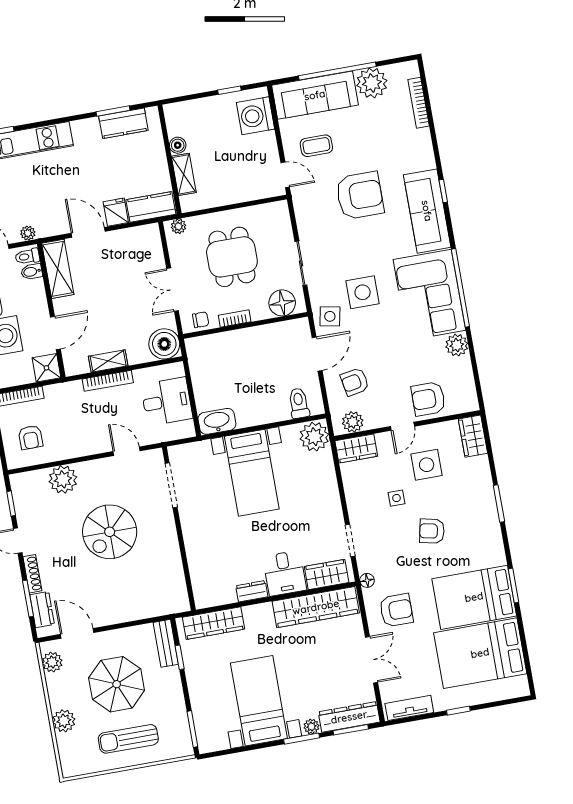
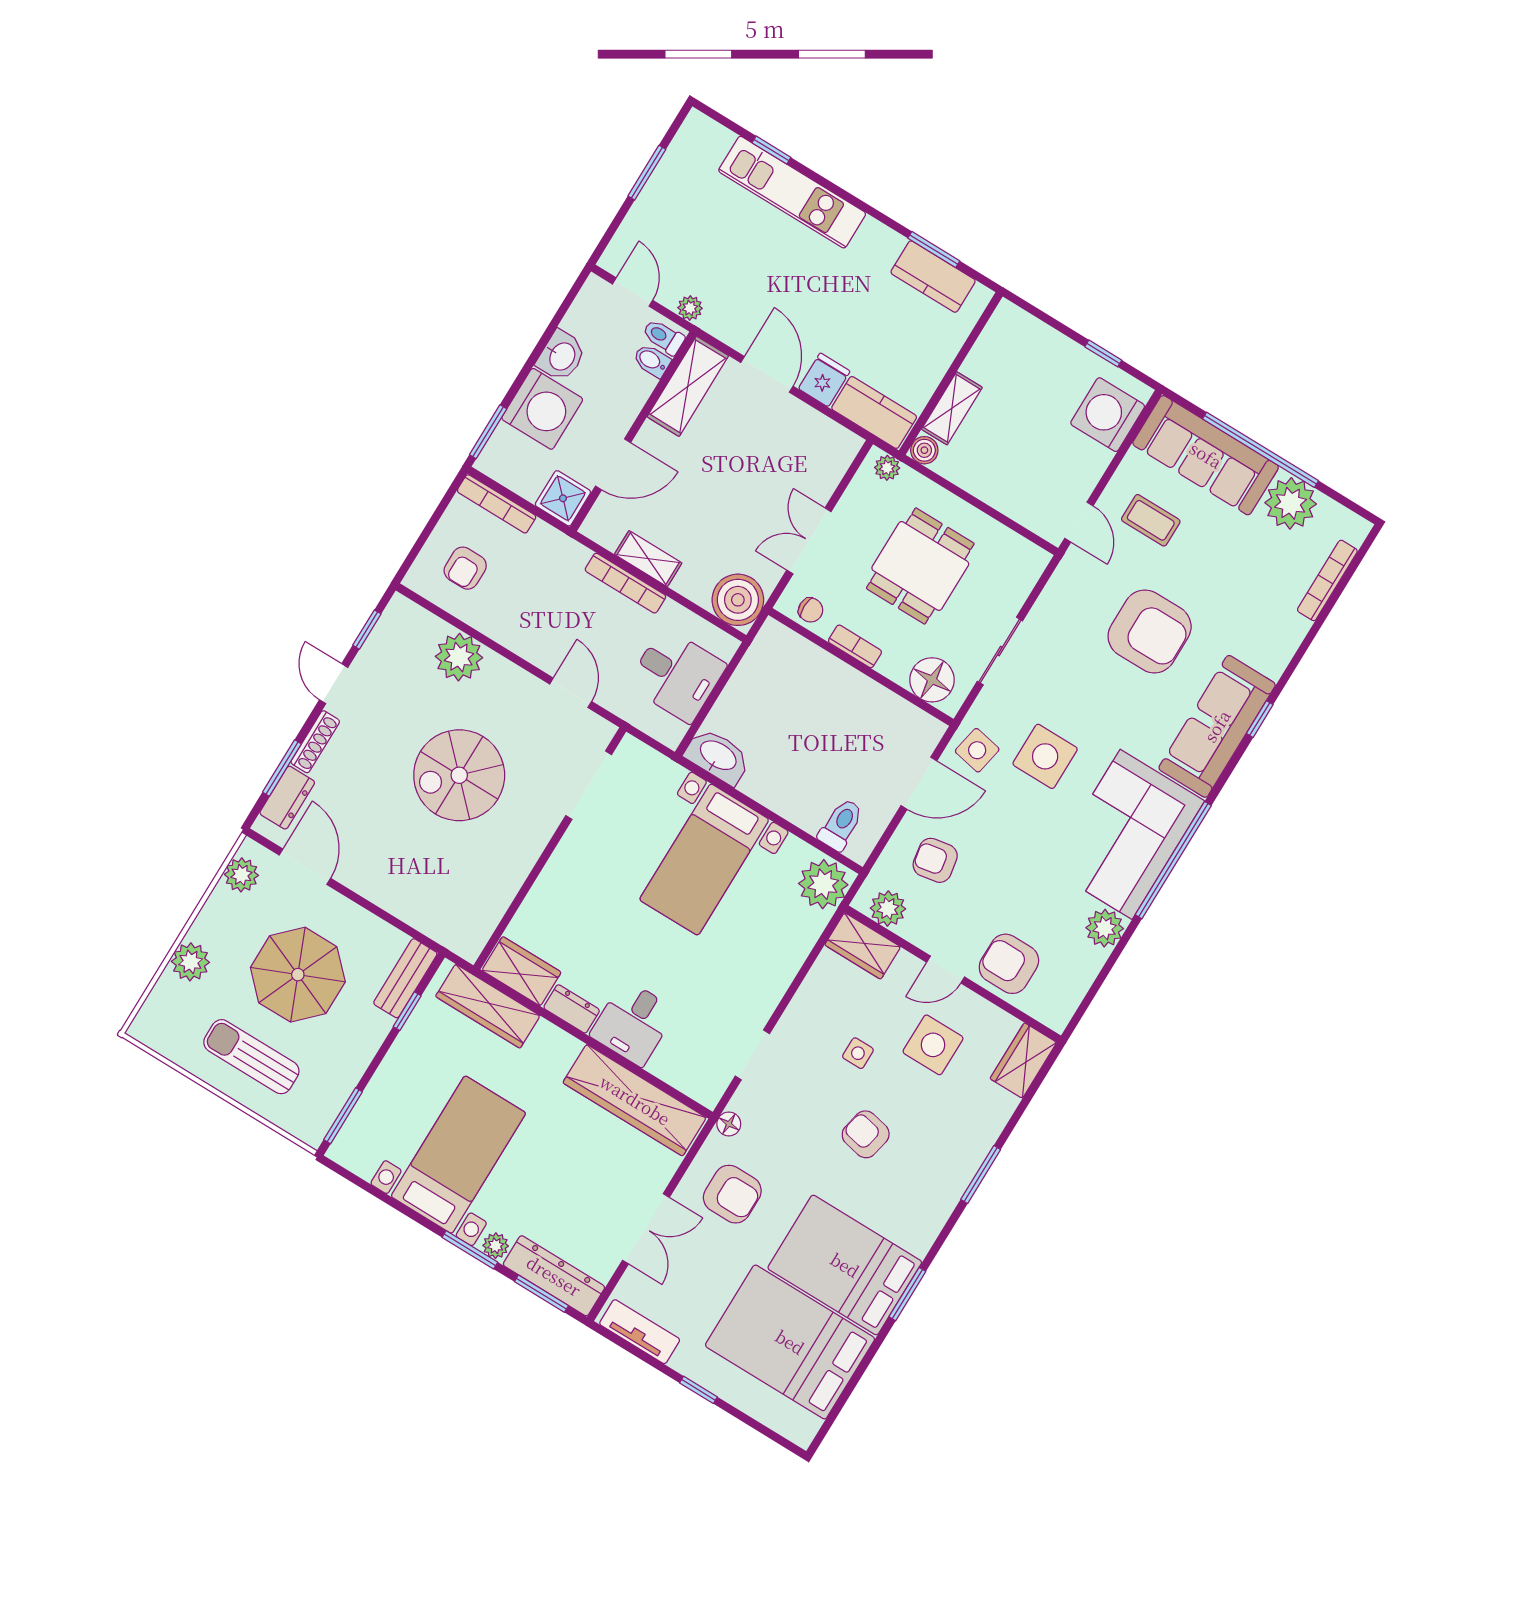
boiler: (178, 145) -> (924, 450), moved
wardrobe: (327, 574) -> (521, 971), moved

